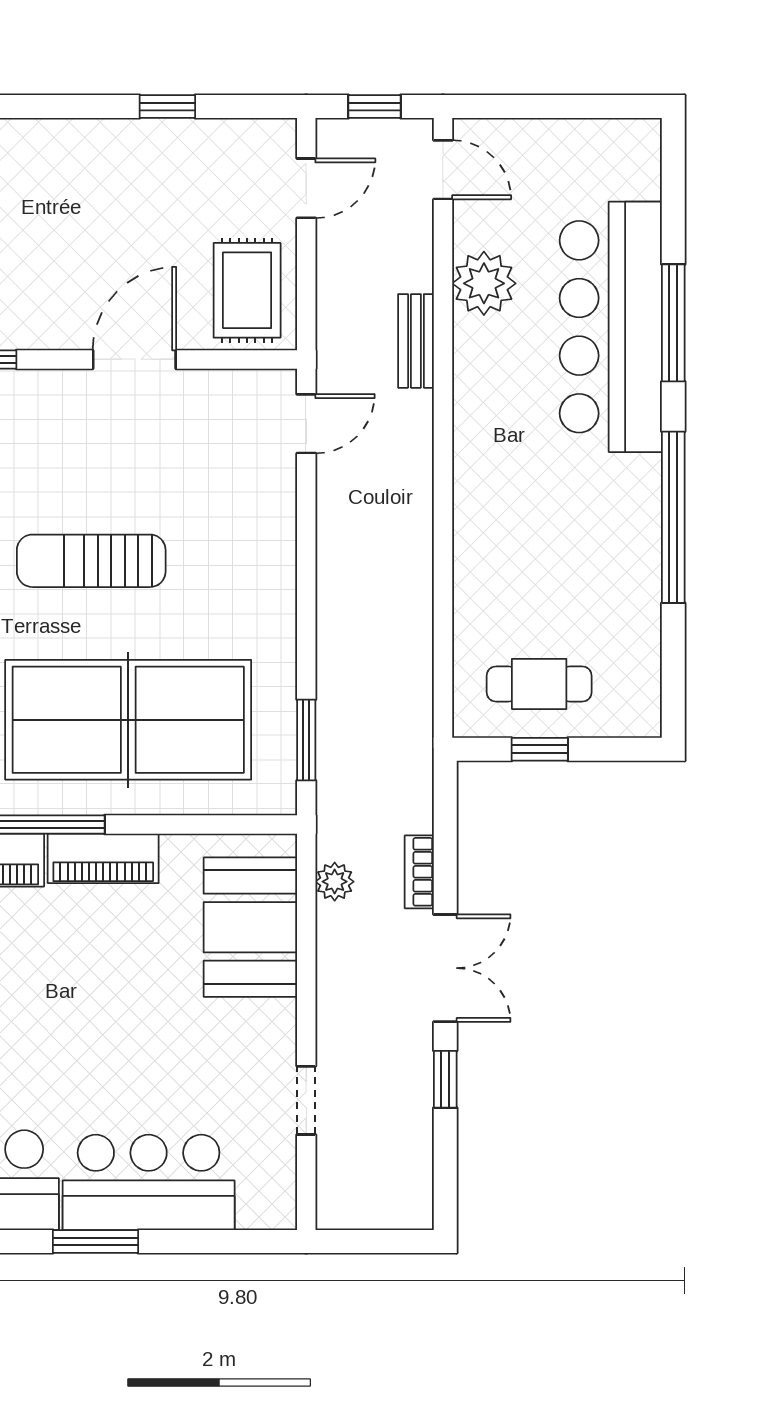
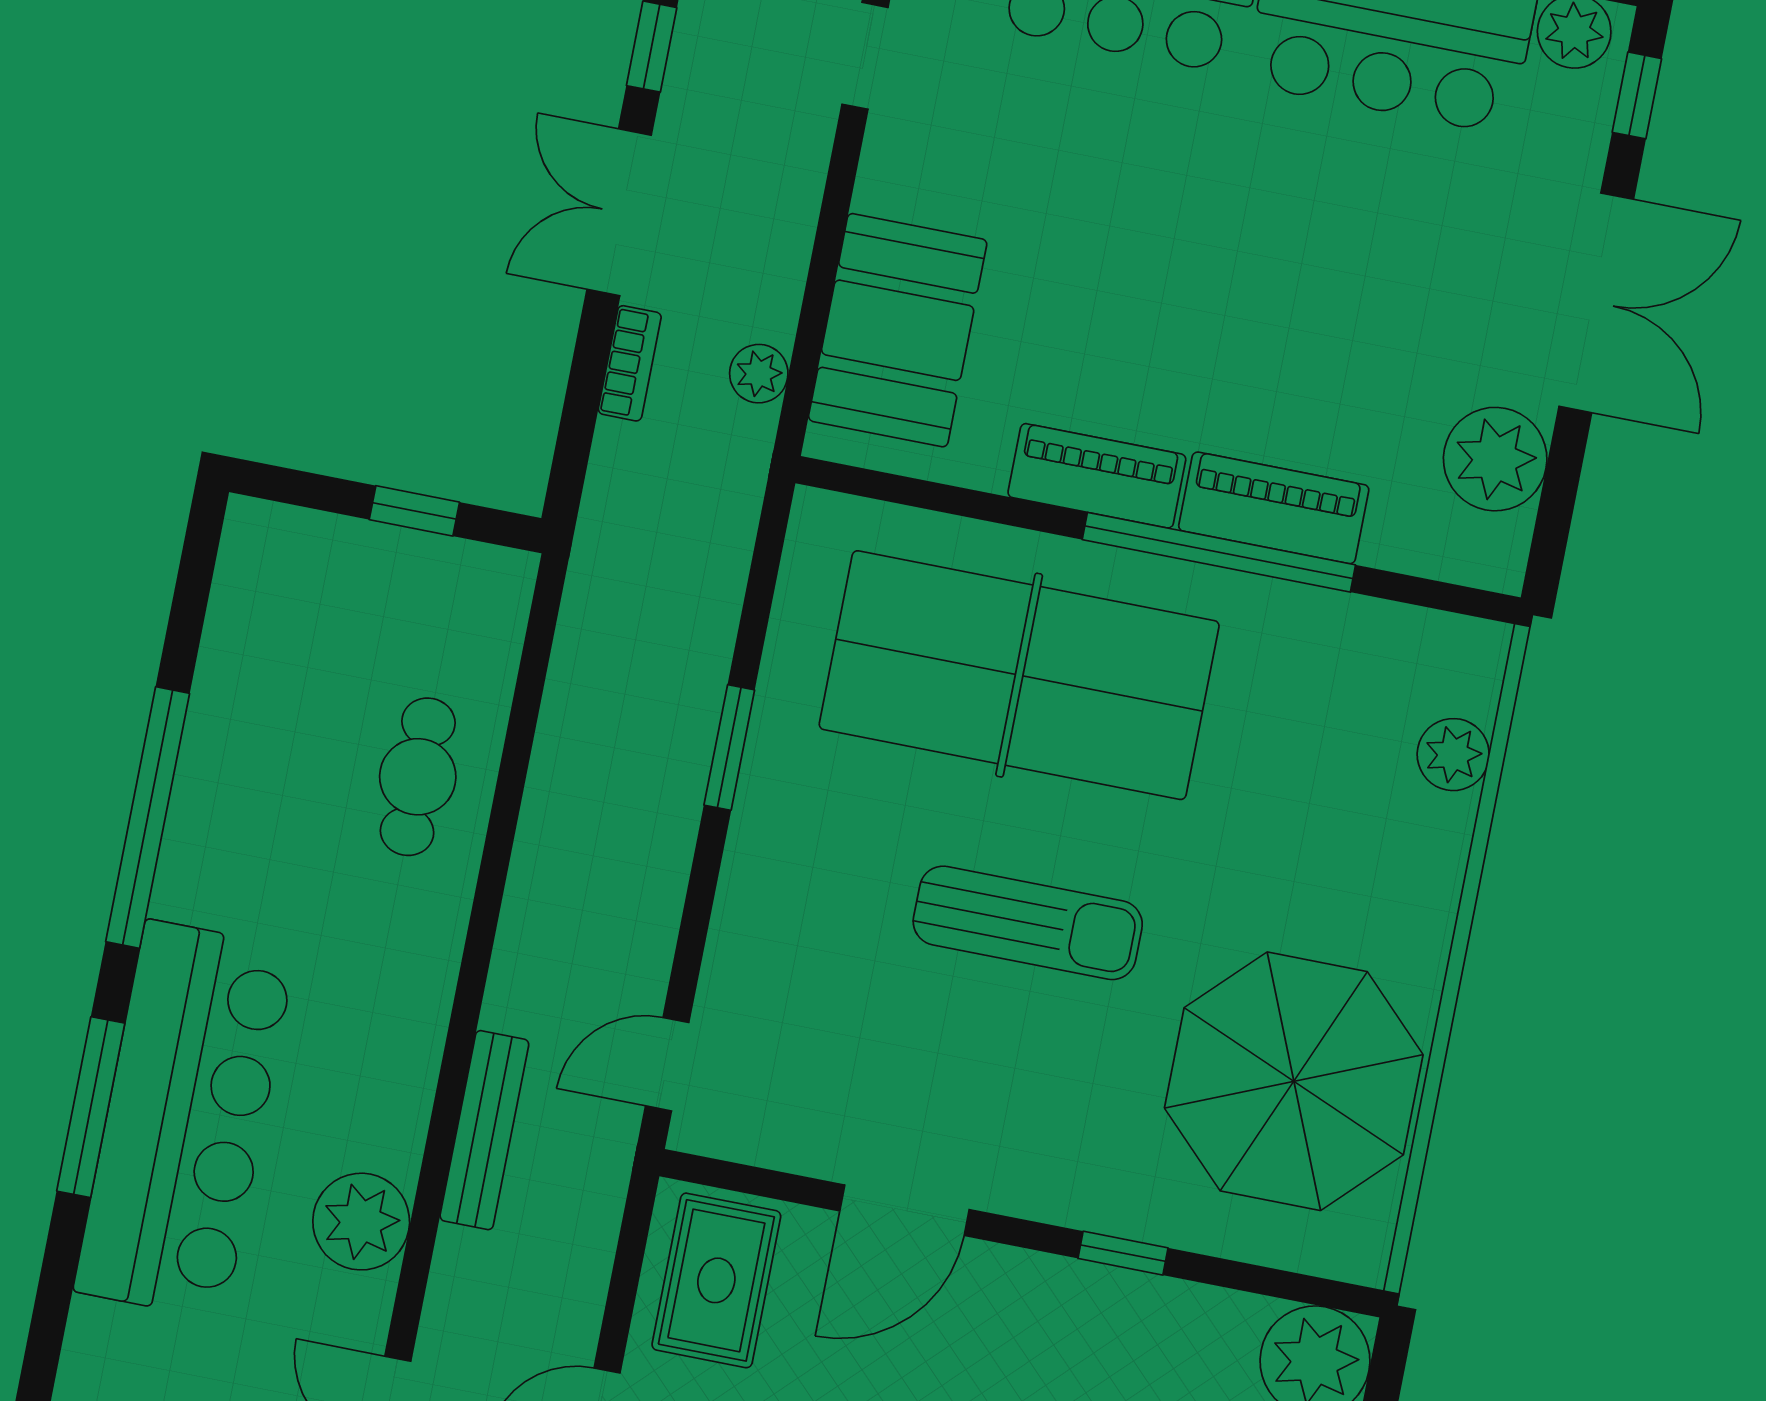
bench: (416, 341) -> (484, 1130), width x1.36
cafe table: (539, 684) -> (418, 777), moved, turned 90
window: (306, 740) -> (729, 747), moved

